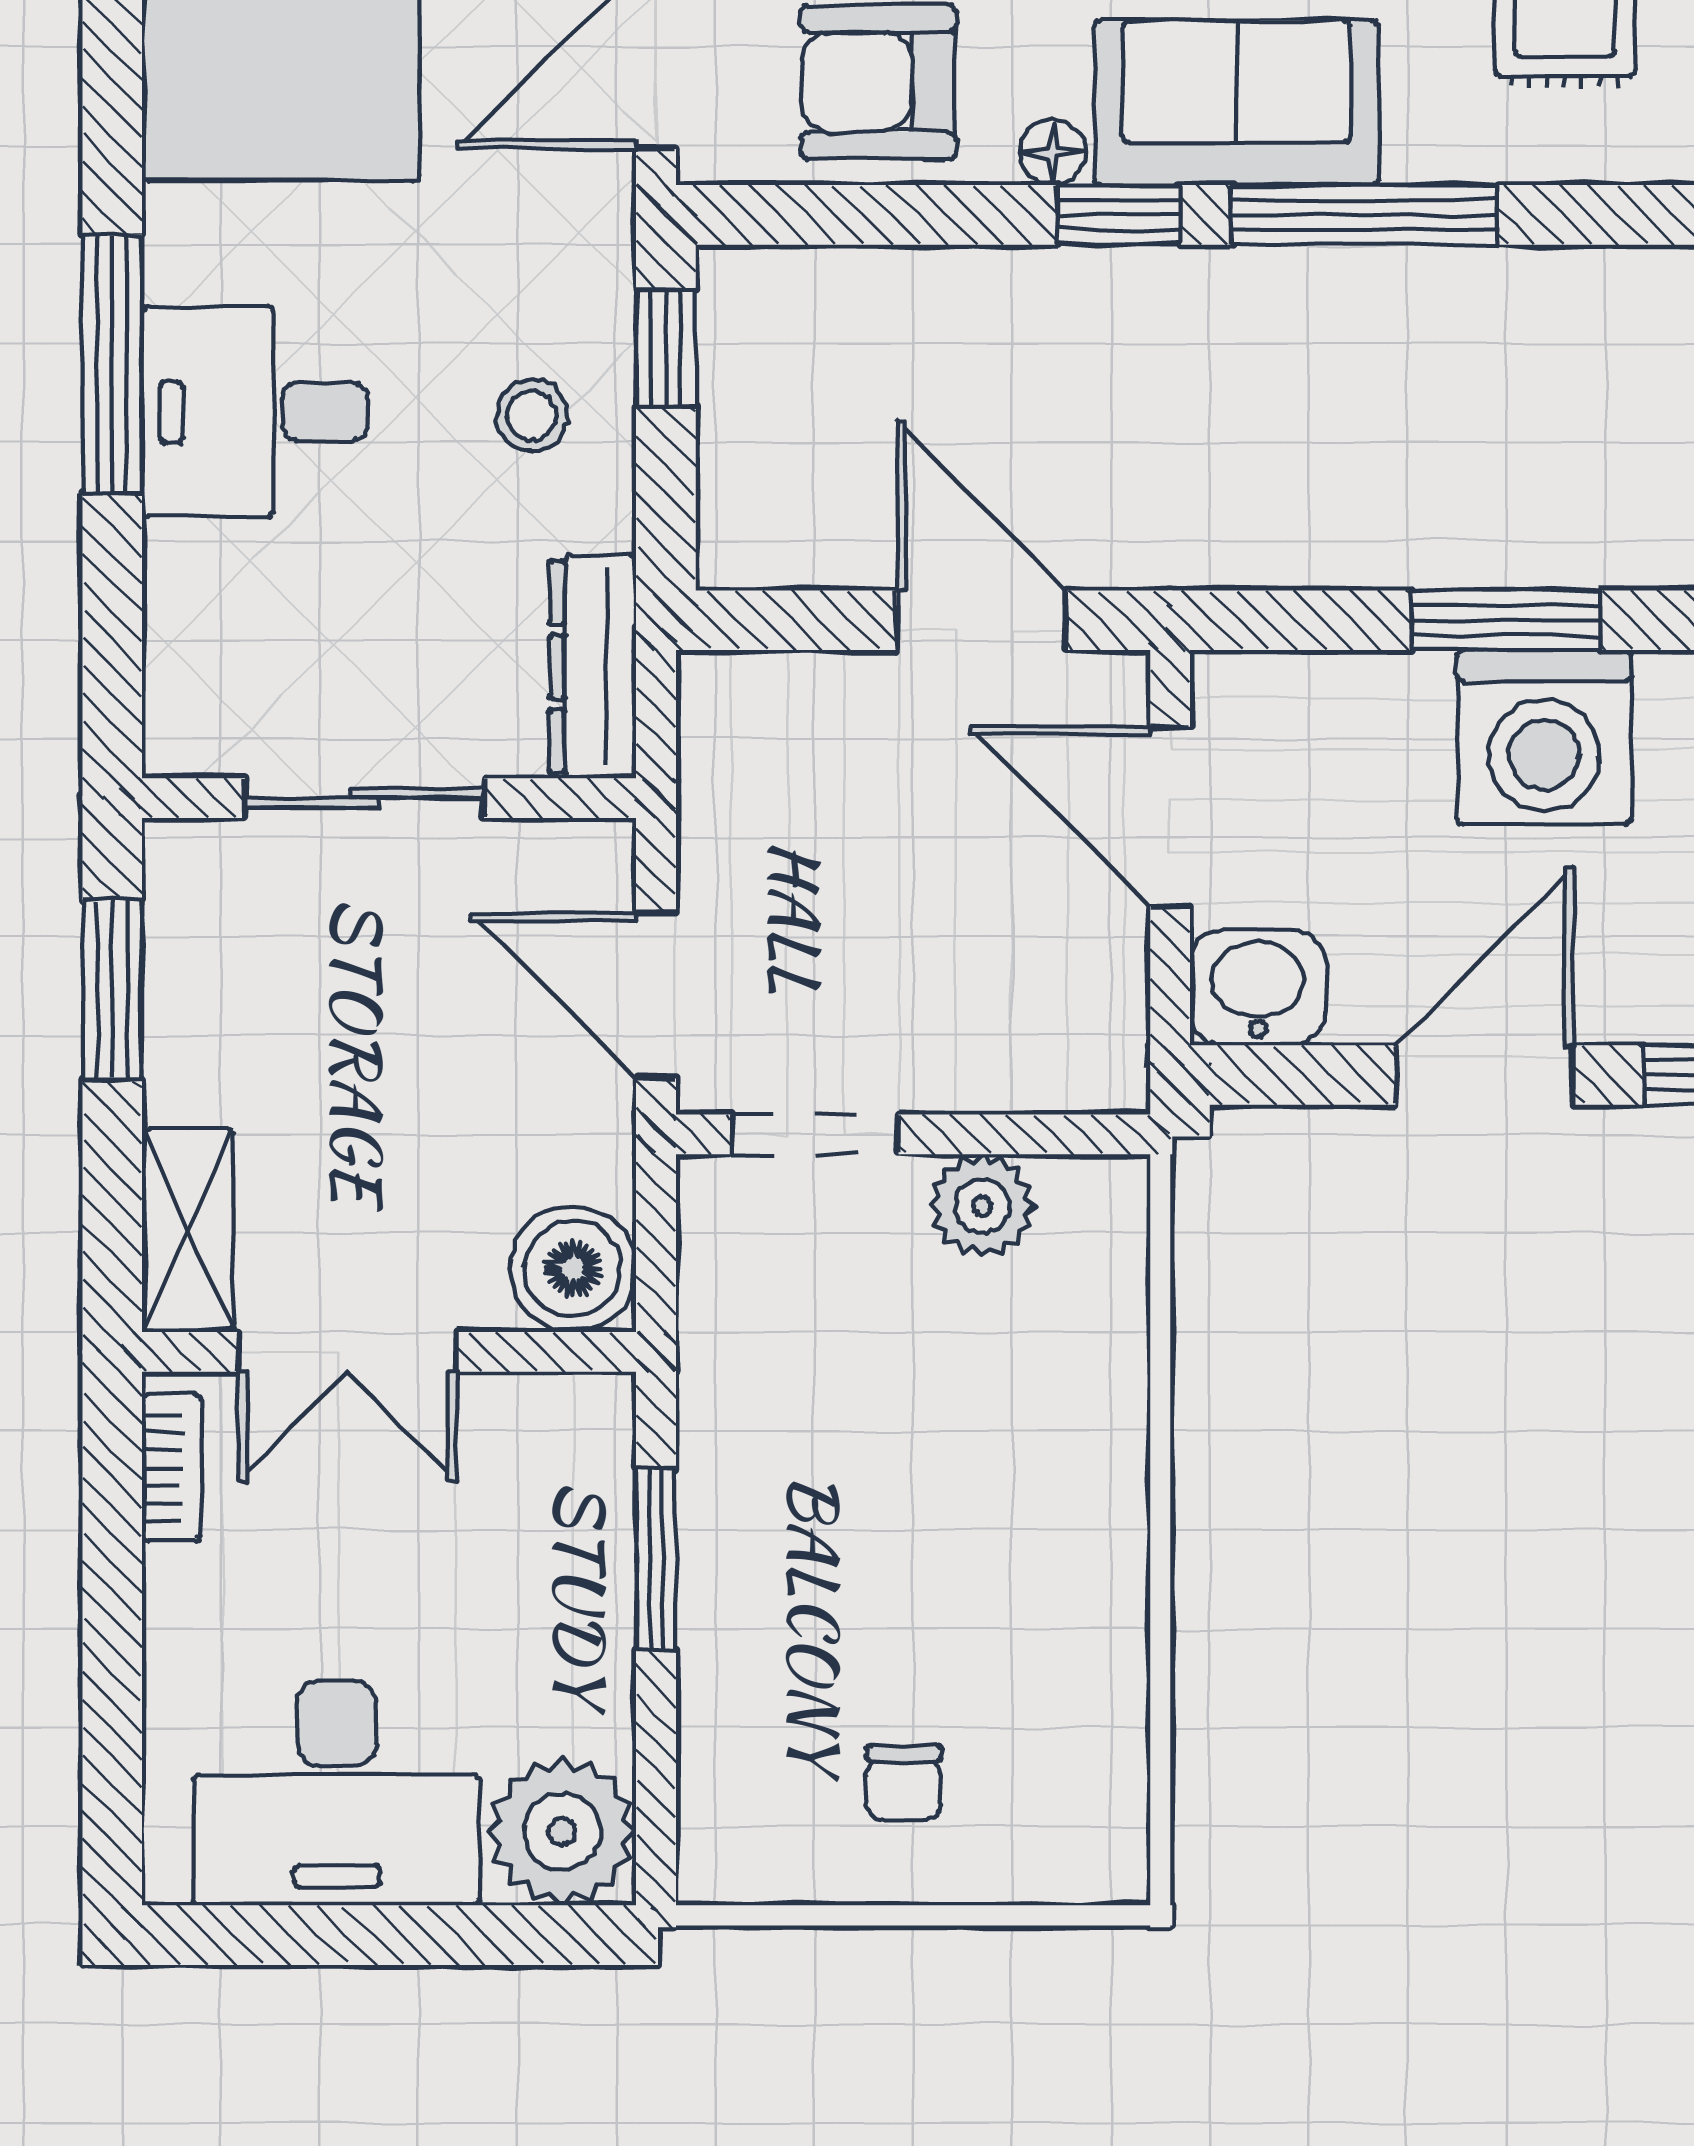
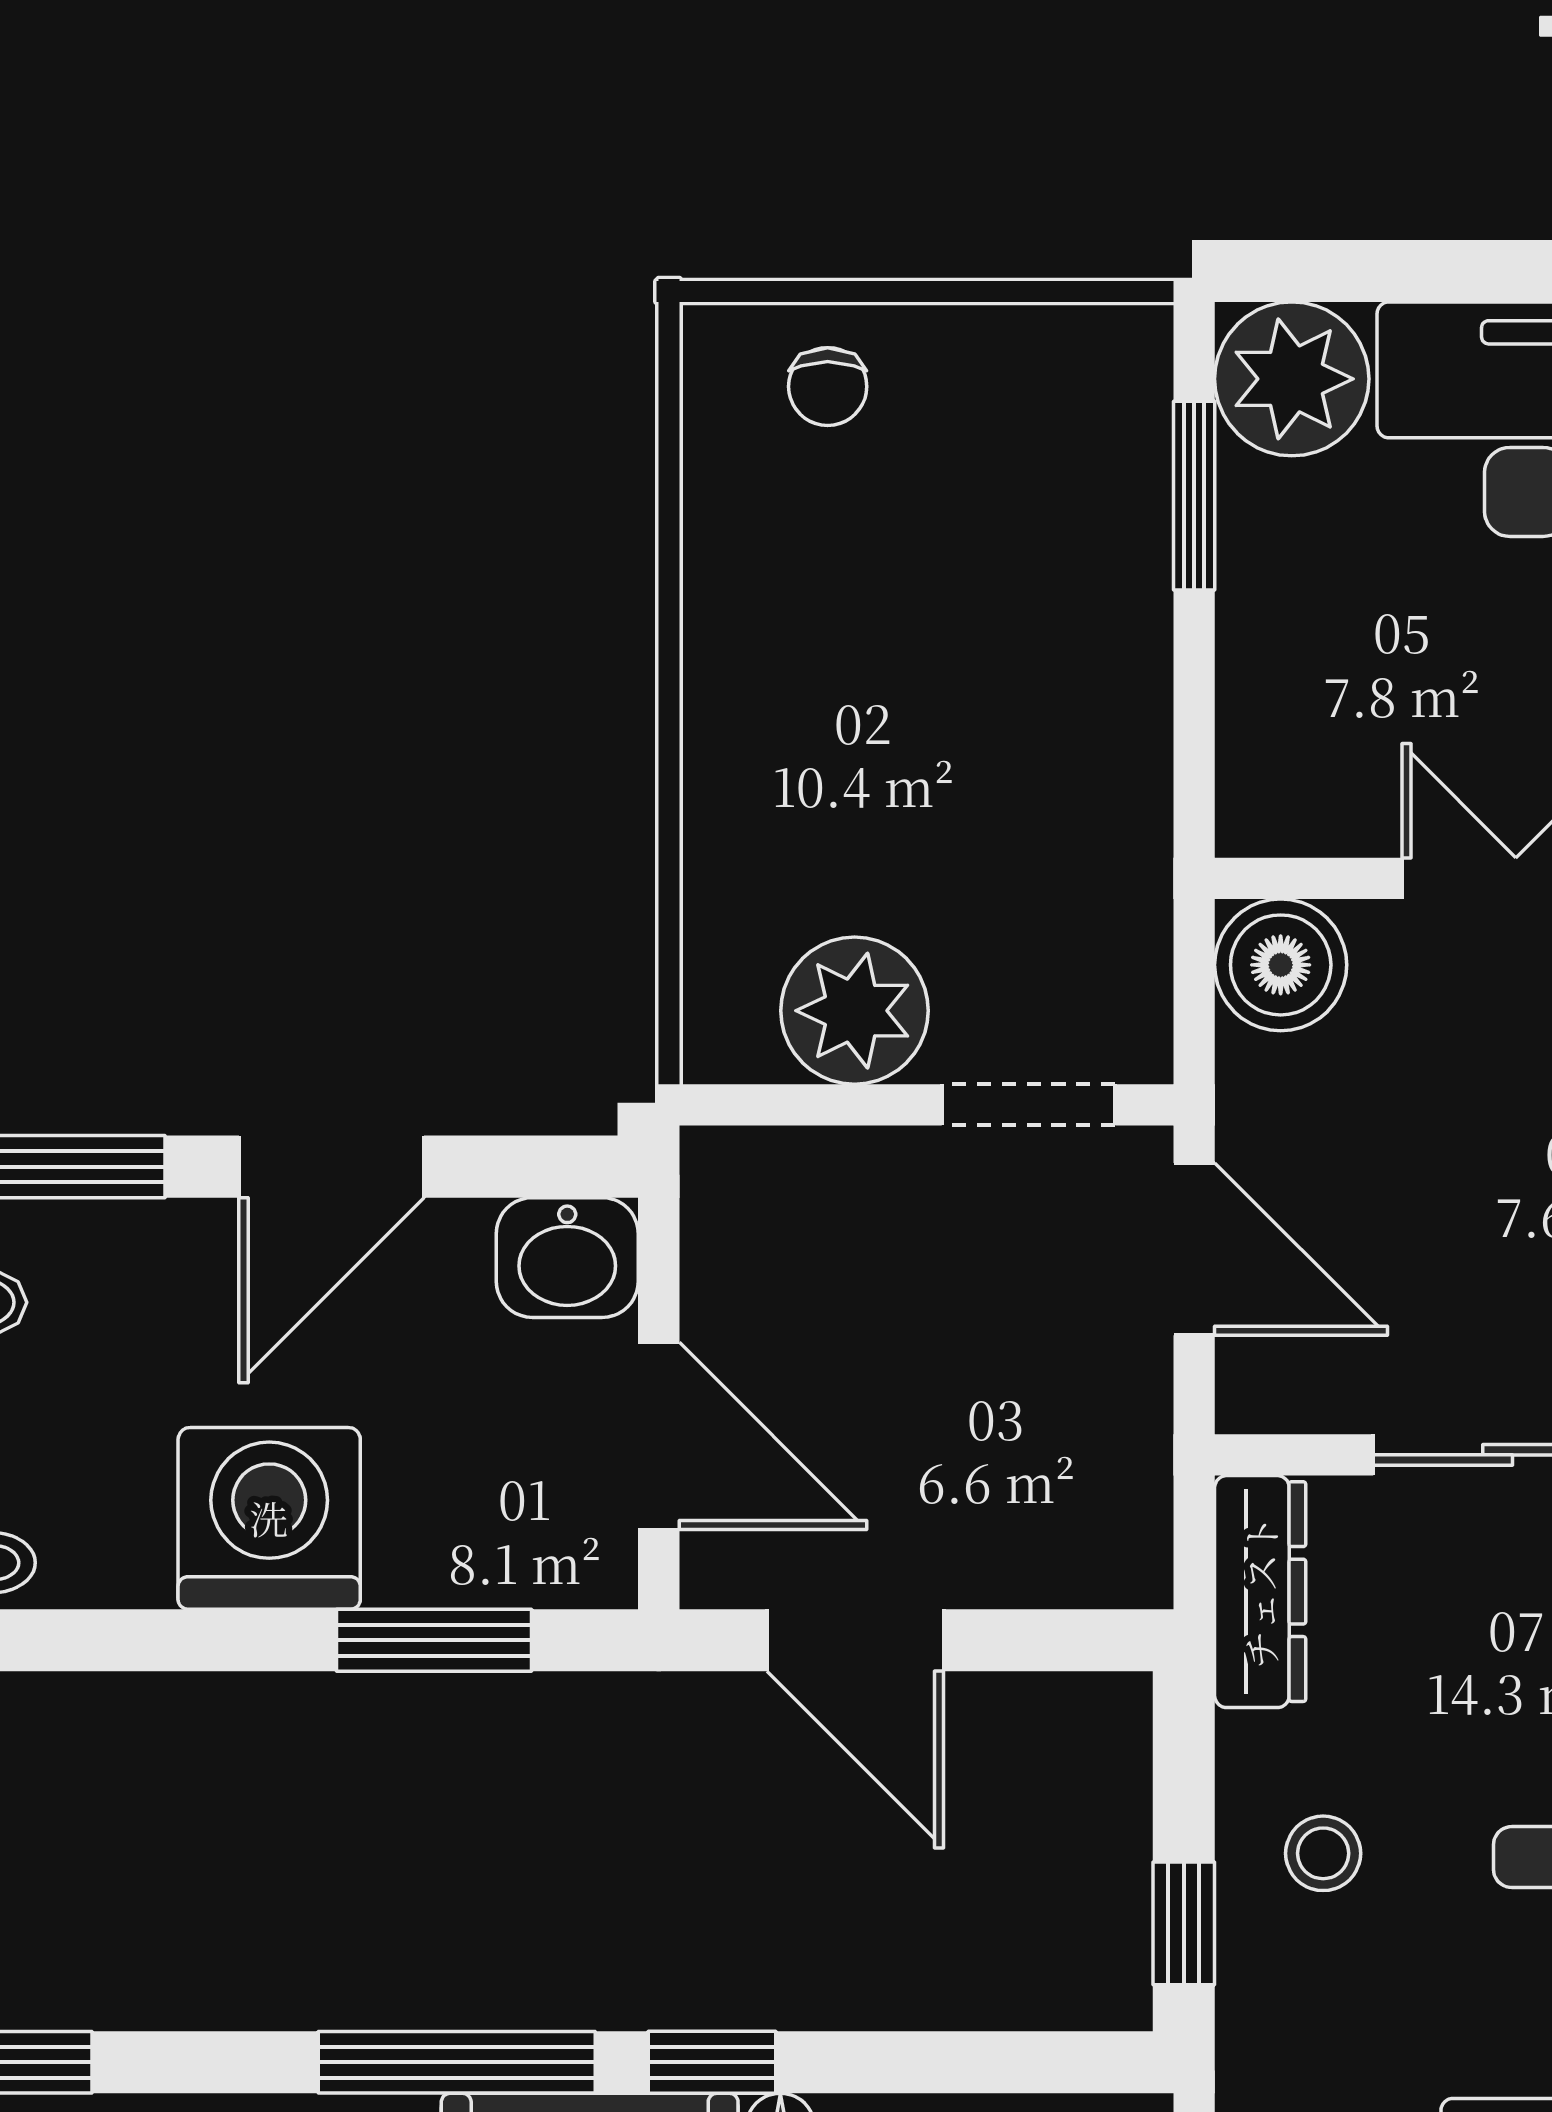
window: (1506, 620) -> (434, 1640), moved
plant: (982, 1206) -> (855, 1011), width x1.36, depth x1.36
window: (656, 1559) -> (1194, 496), moved
chair: (904, 1783) -> (828, 387), moved, turned 180

